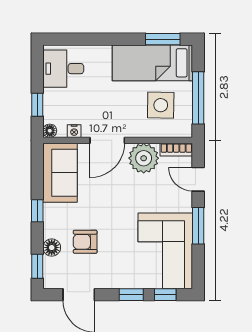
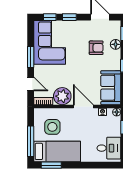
window: (198, 98) -> (31, 141), moved
door: (107, 140) -> (83, 106), hinge flipped

